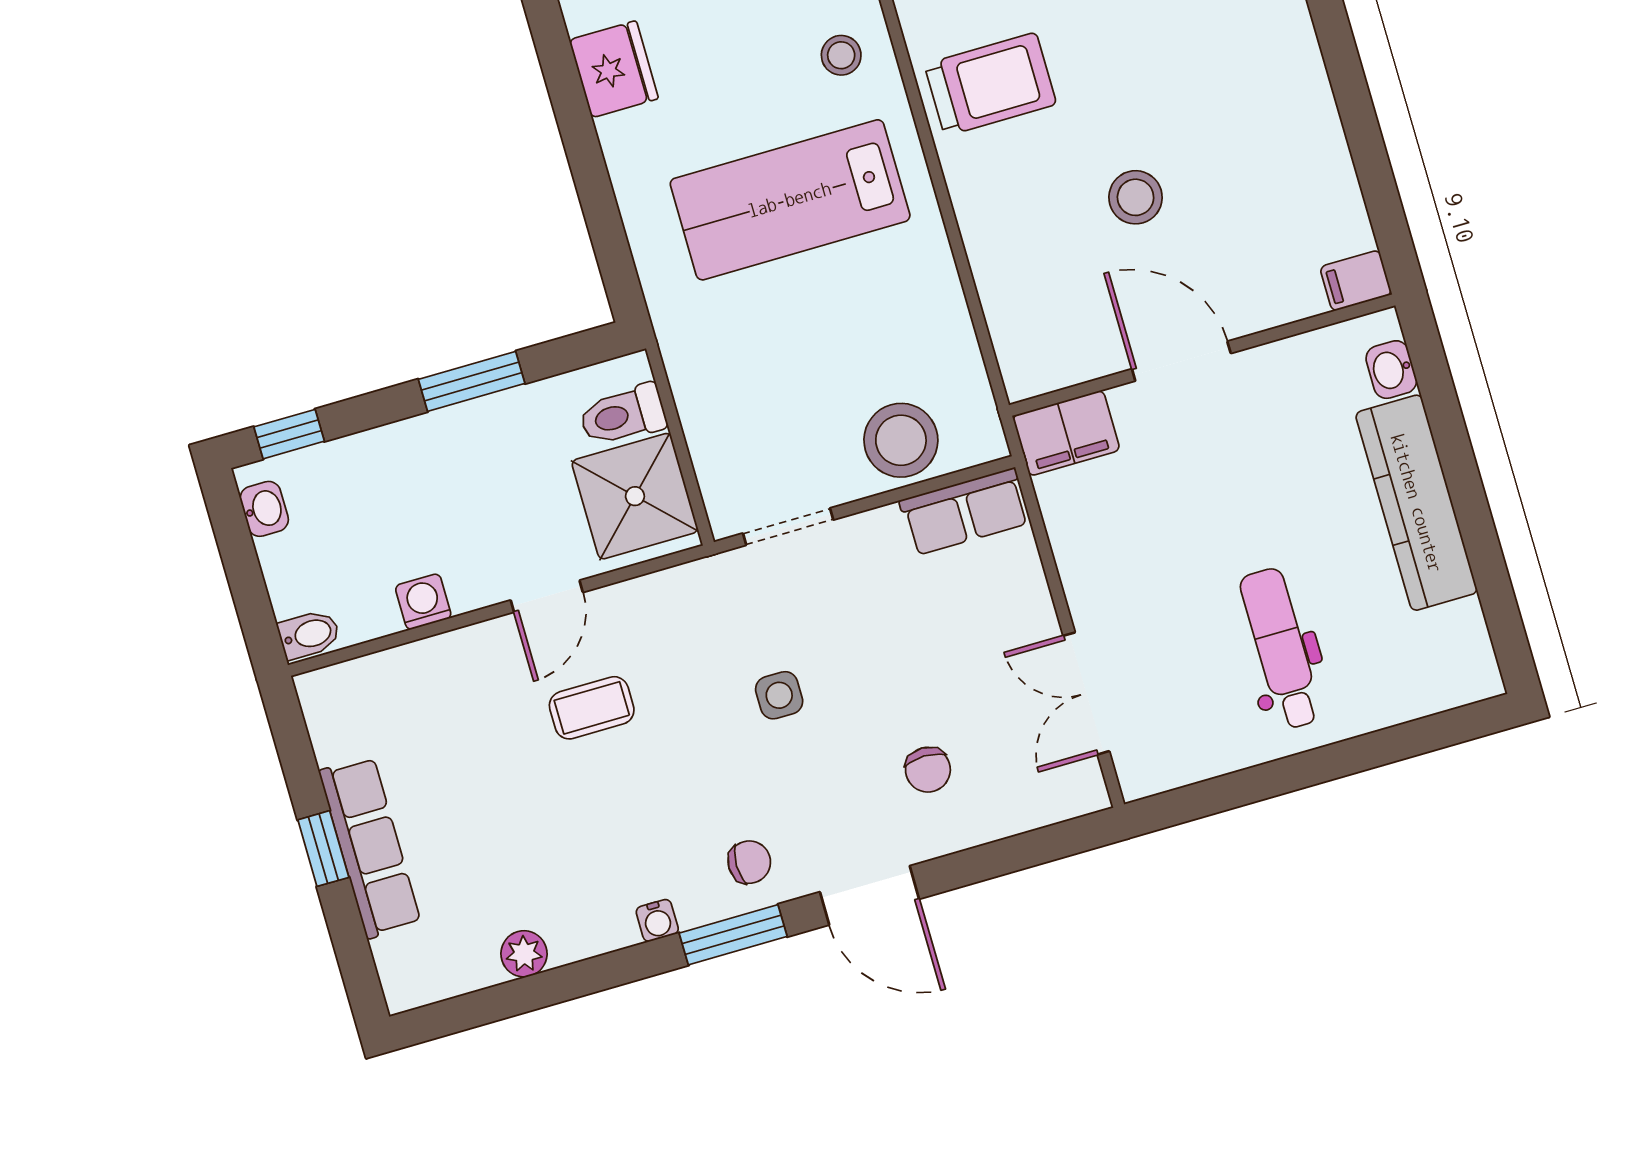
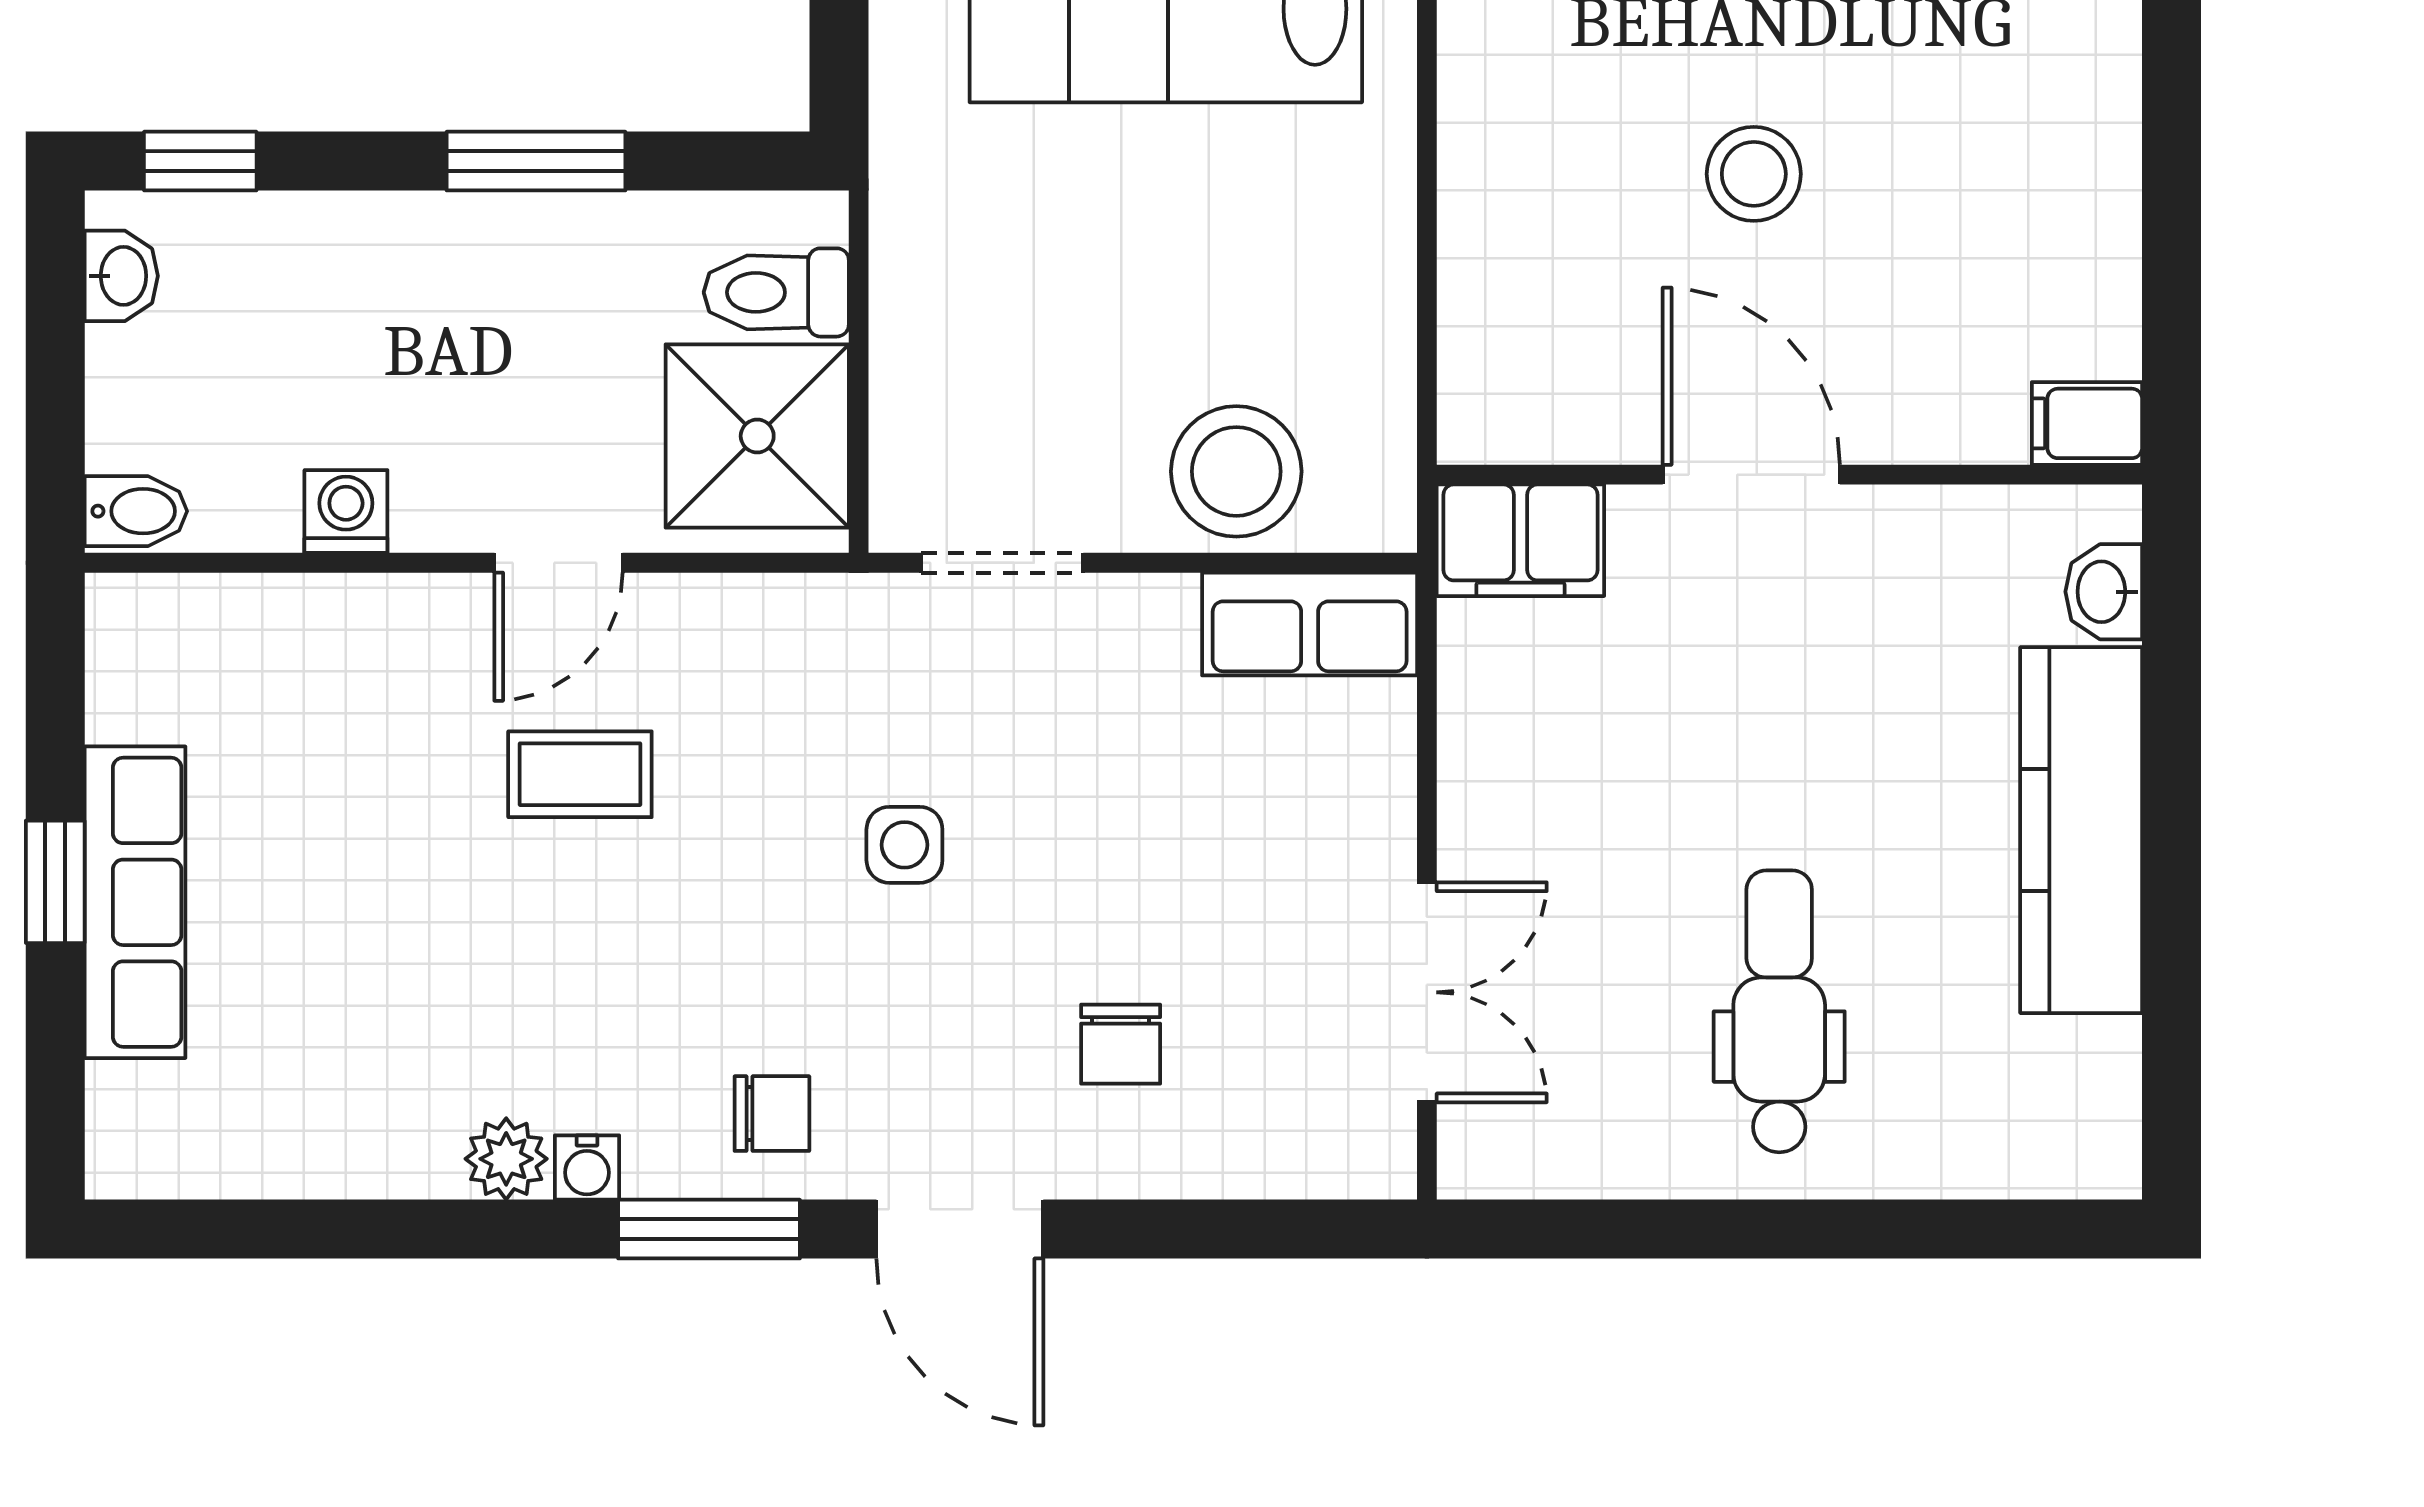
double door: (1086, 693) -> (1427, 992), swing flipped
plant: (524, 954) -> (506, 1159), moved

